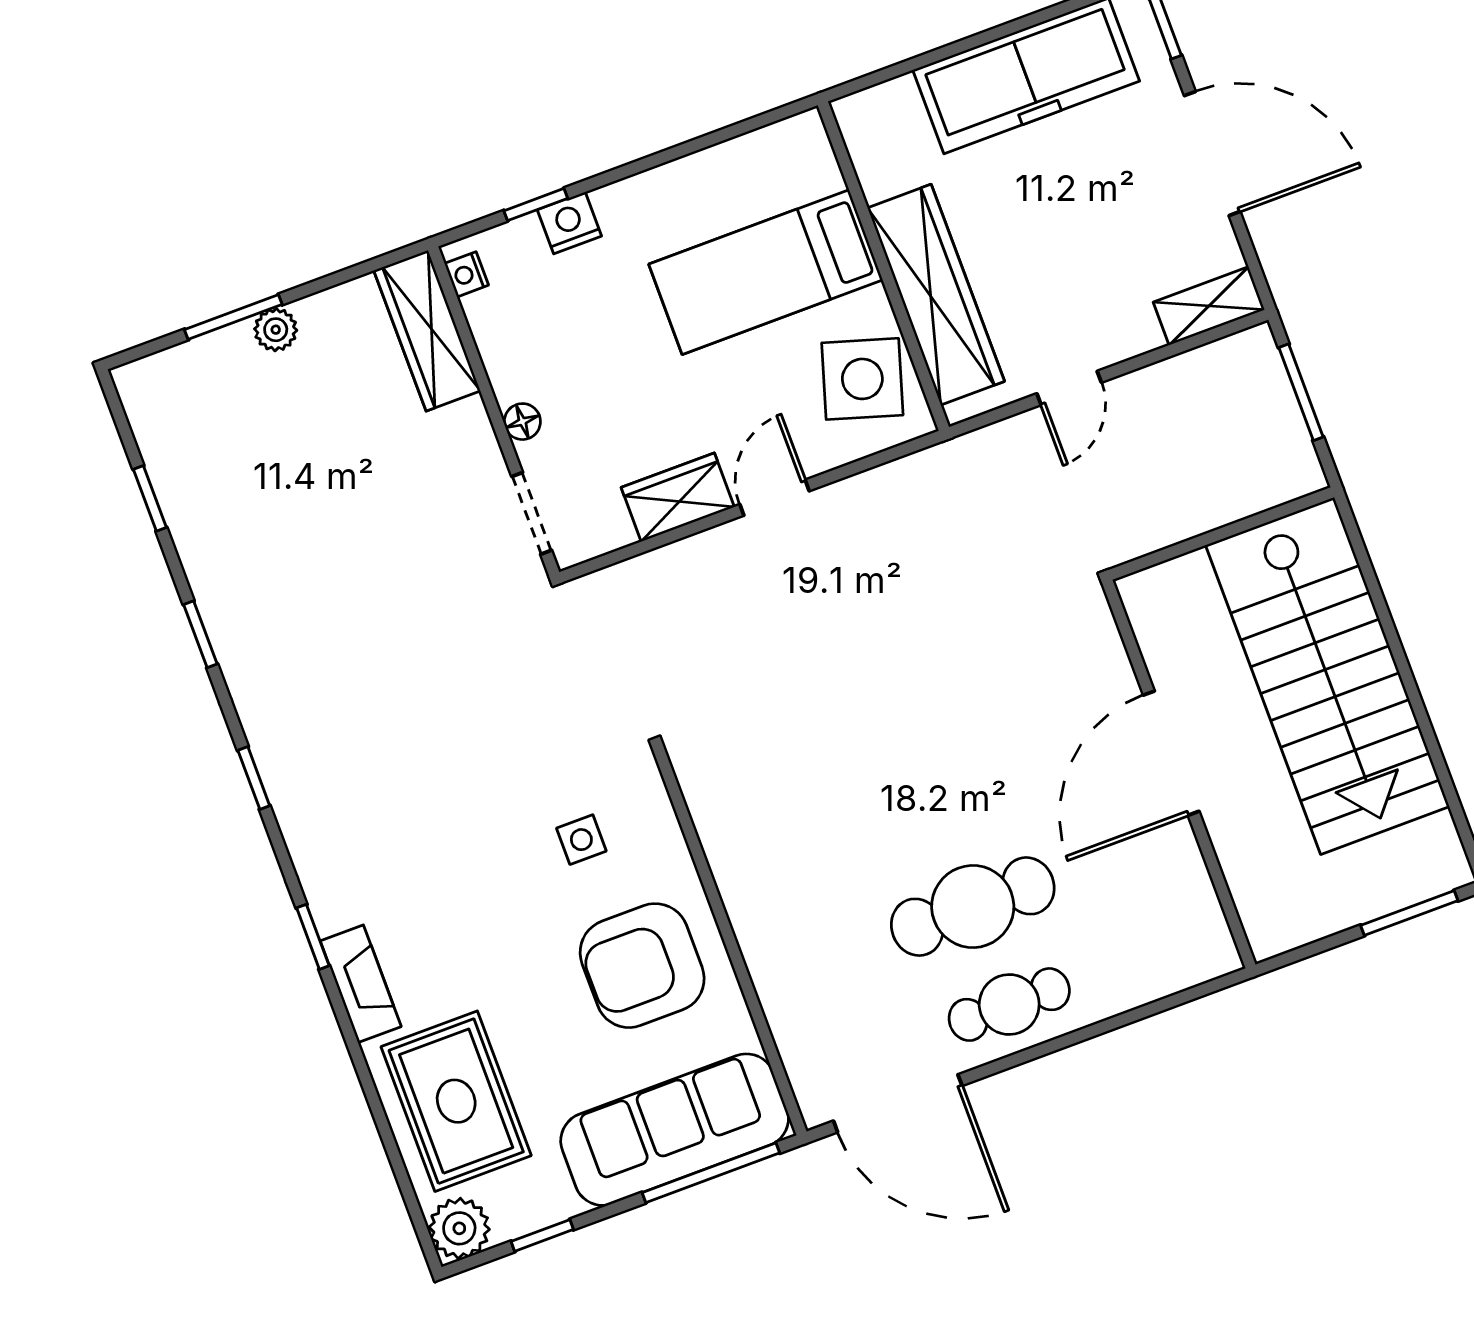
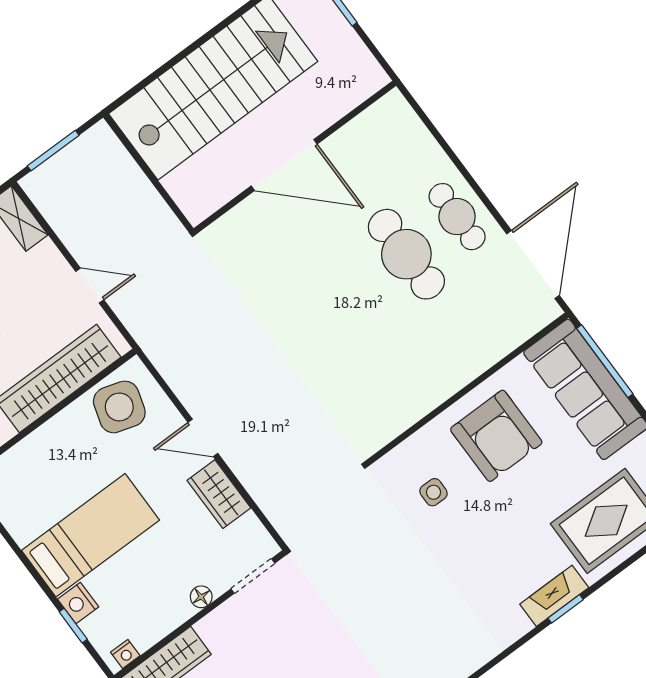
bed: (766, 272) -> (90, 535), moved, turned -90
window: (313, 937) -> (566, 609), moved

